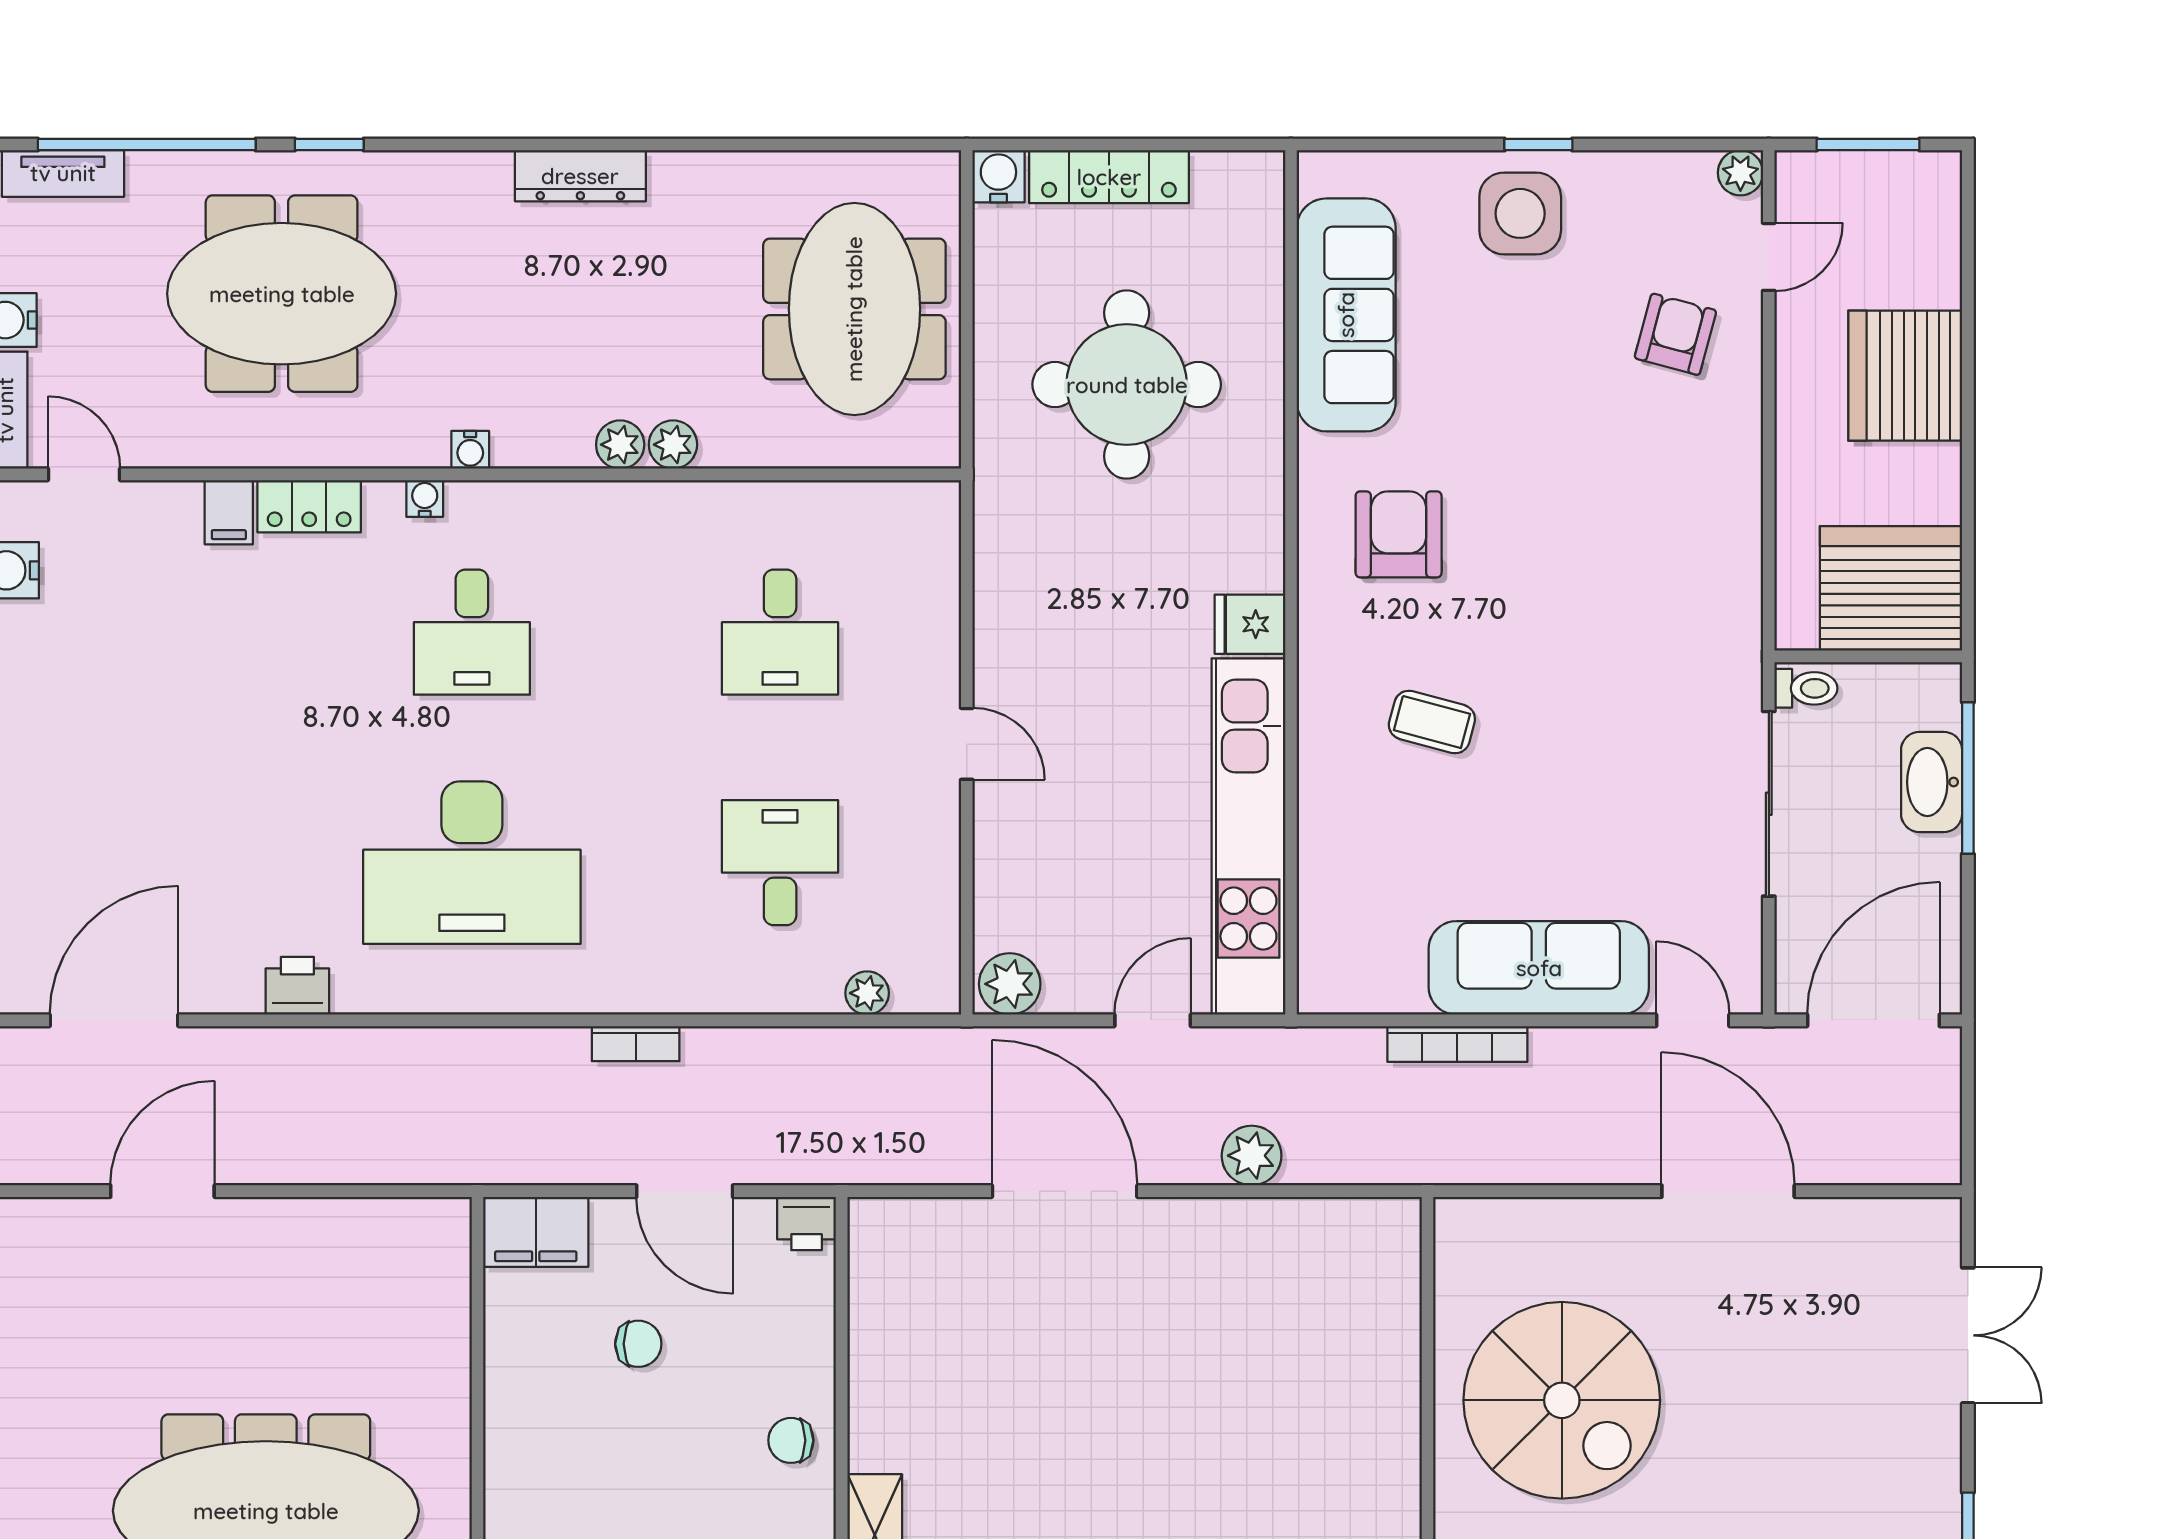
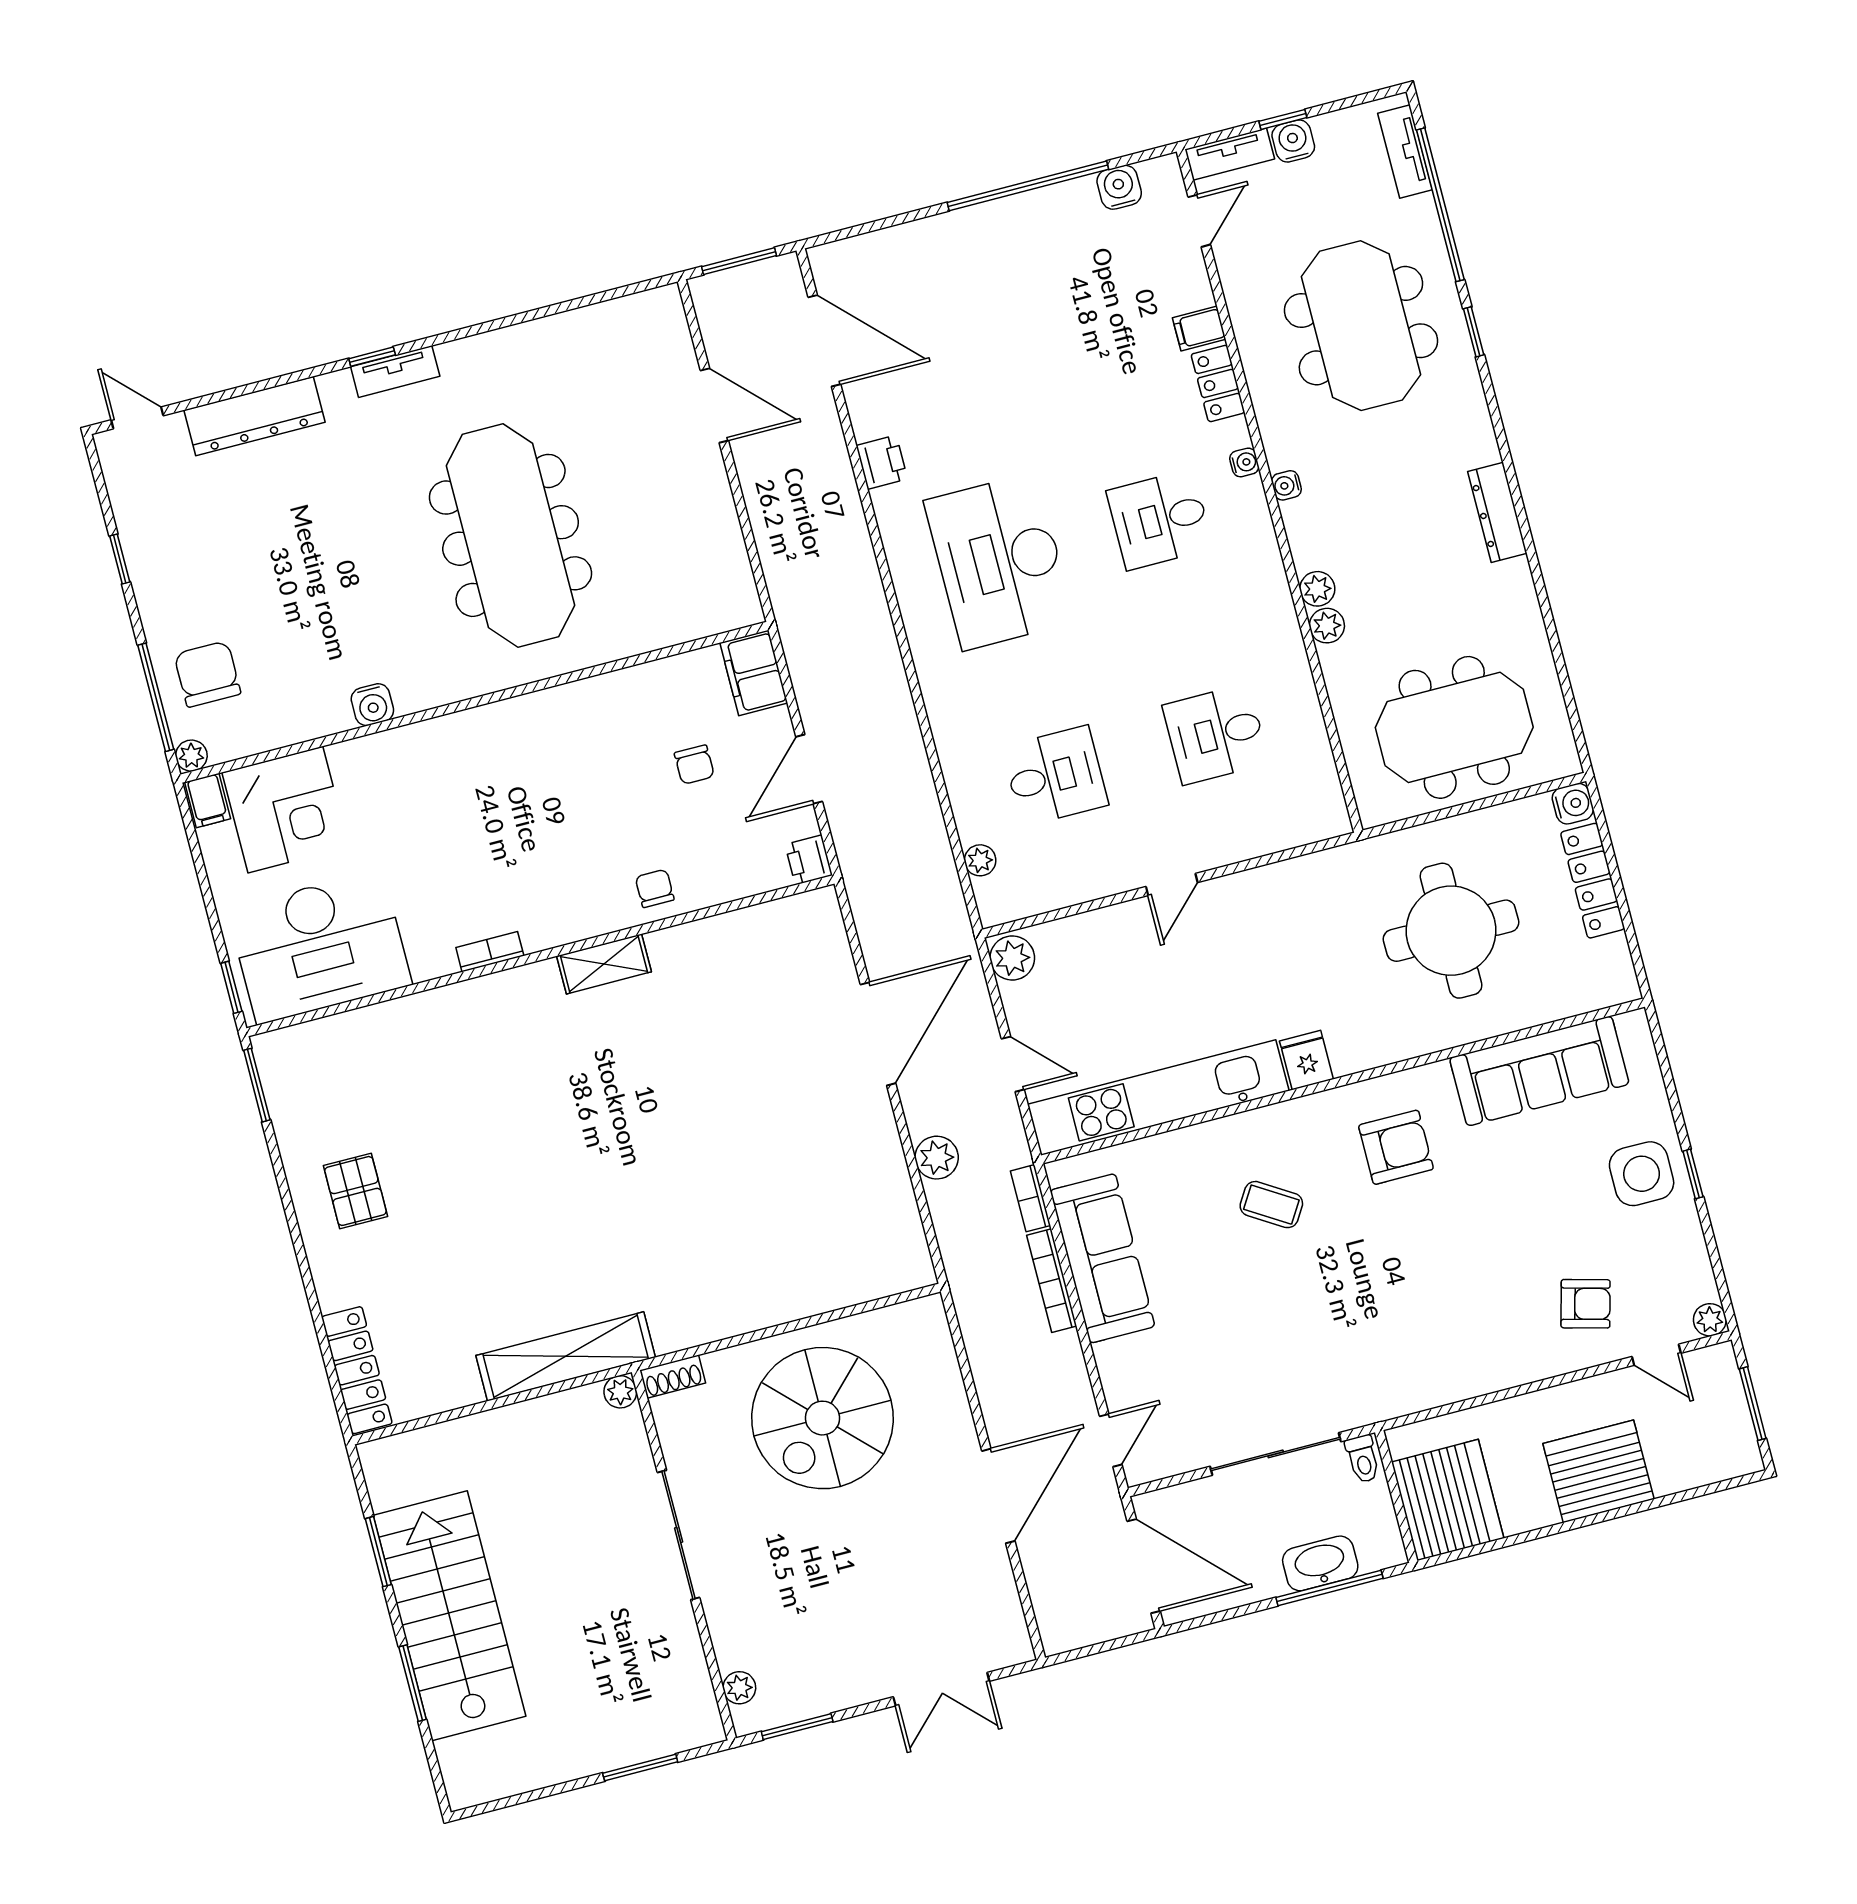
coffee table: (1432, 722) -> (1271, 1205), turned -73
sofa: (1539, 968) -> (1102, 1258), moved
bookcase: (636, 1044) -> (1030, 1198), moved

